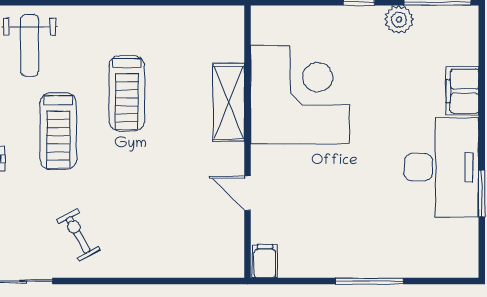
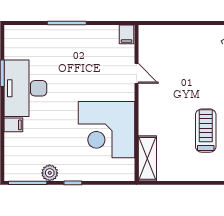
filing cabinet: (462, 91) -> (13, 125), width x0.50
shelving: (229, 102) -> (147, 158), moved

